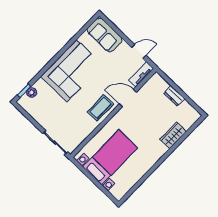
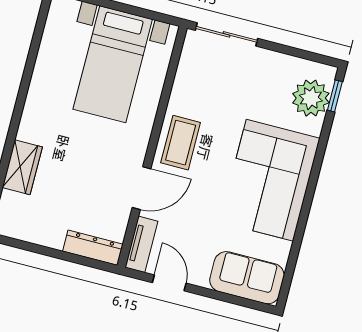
door: (139, 51) -> (169, 283), swing flipped
plant: (32, 93) -> (311, 98), width x1.87, depth x1.87
dresser: (174, 96) -> (93, 248), moved, width x1.44

